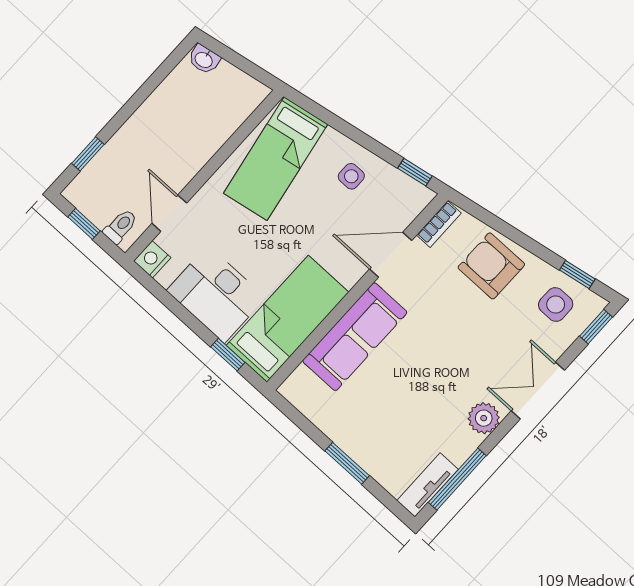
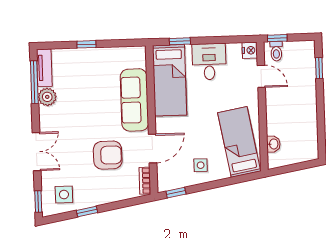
washbasin: (204, 59) -> (273, 144), moved, turned 100
window: (84, 224) -> (277, 38), moved
armchair: (491, 266) -> (108, 155), moved
window: (577, 274) -> (87, 211), moved
desk: (216, 294) -> (209, 62), width x0.73
plant: (484, 418) -> (47, 97), moved
window: (347, 463) -> (86, 44), width x0.67

